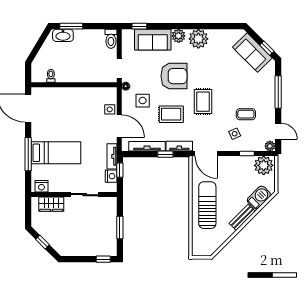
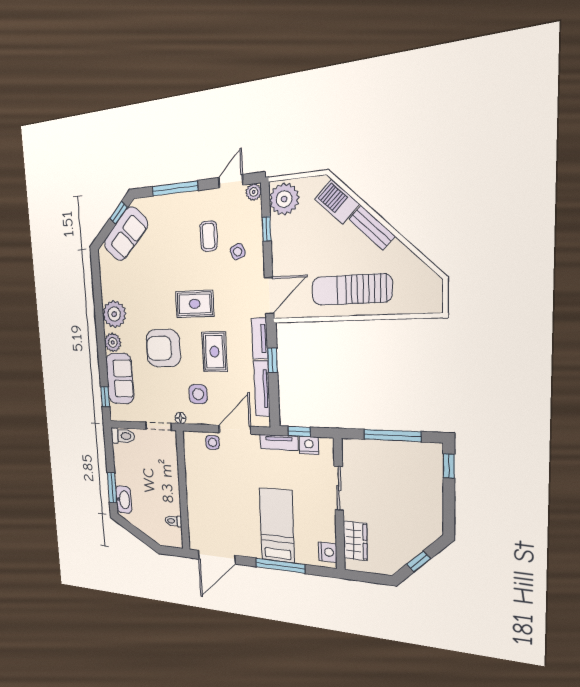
armchair: (174, 76) -> (163, 348), turned -90
window: (120, 227) -> (392, 436), width x1.44

